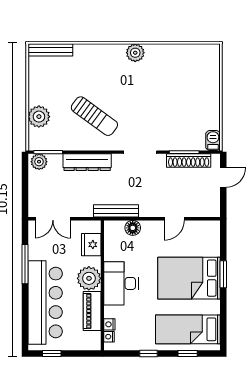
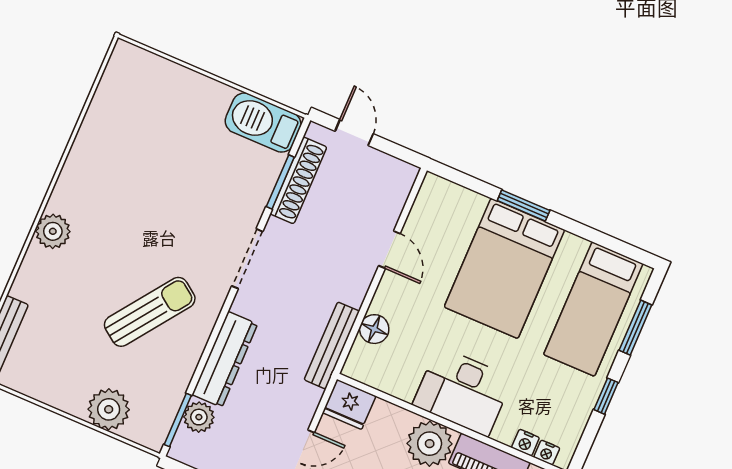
plant: (135, 53) -> (53, 231), moved
barbecue: (213, 140) -> (263, 123), width x1.88, depth x1.53
plant: (39, 162) -> (199, 417), moved
fridge: (91, 245) -> (349, 404), moved
window: (188, 353) -> (635, 328), width x1.50

